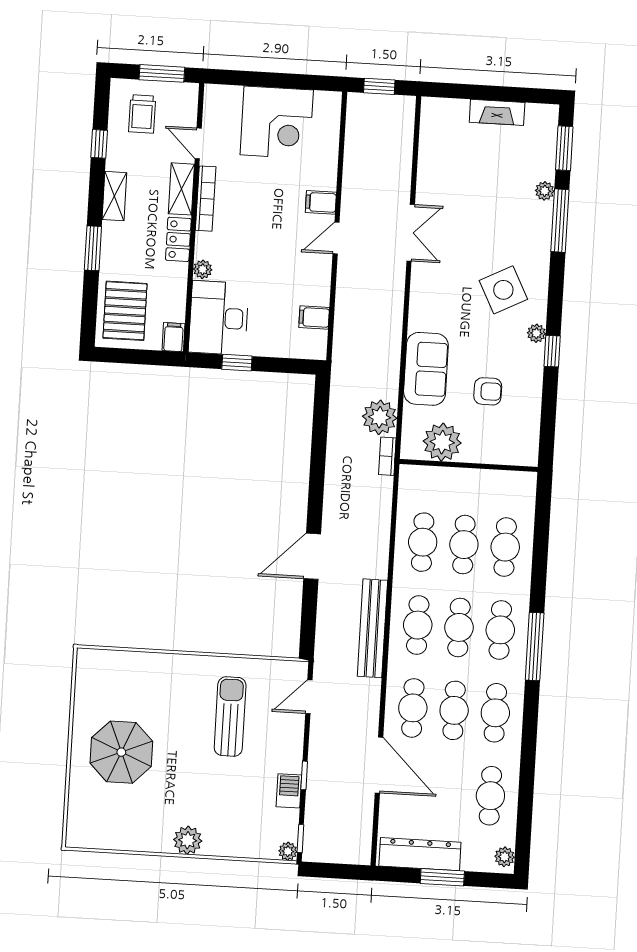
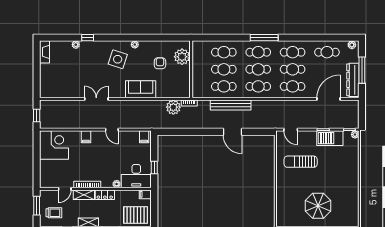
fireplace: (497, 112) -> (44, 52), moved
corner desk: (277, 122) -> (54, 145), moved
window: (564, 148) -> (58, 38), removed
window: (560, 221) -> (88, 38), width x0.46
door: (336, 238) -> (112, 130), moved
side table: (503, 290) -> (118, 59), turned 45
filing cabinet: (314, 317) -> (144, 137), moved
window: (552, 351) -> (142, 38), removed
sofa: (426, 369) -> (141, 89), moved
plant: (442, 442) -> (182, 57), moved
bench: (372, 628) -> (231, 105), moved
door: (379, 765) -> (328, 99), moved
barbecue: (289, 791) -> (330, 138), width x1.88, depth x1.53
plant: (188, 840) -> (353, 176), removed
window: (442, 877) -> (362, 70), width x1.44

